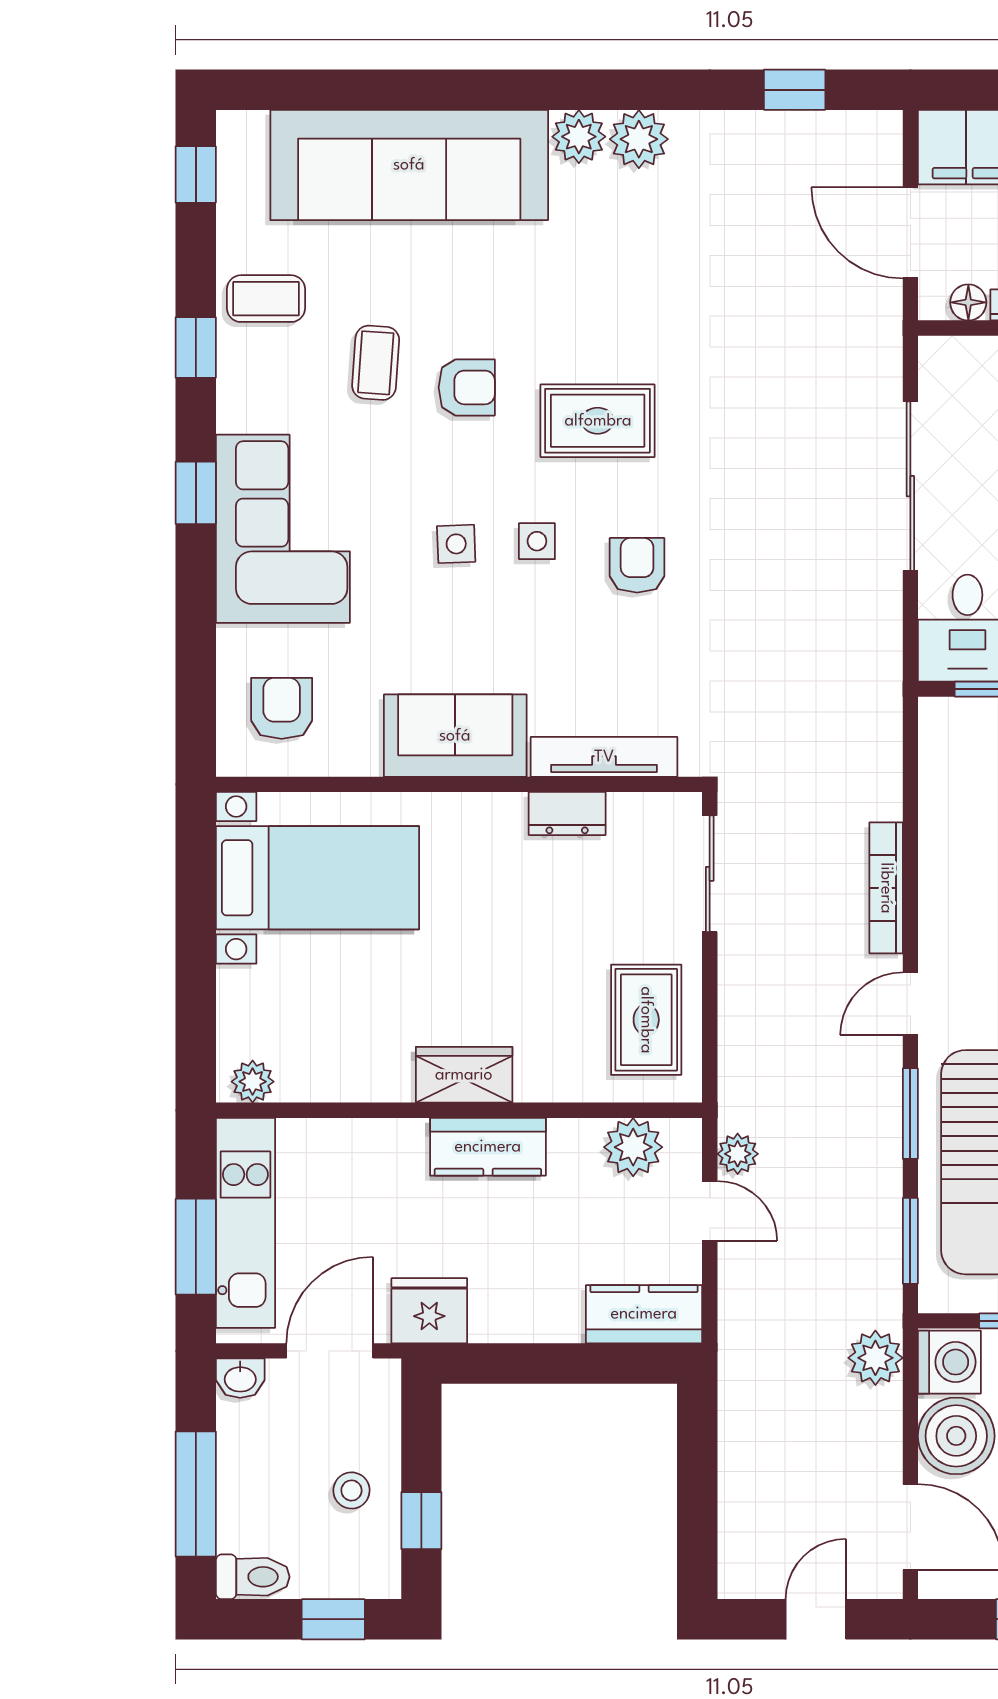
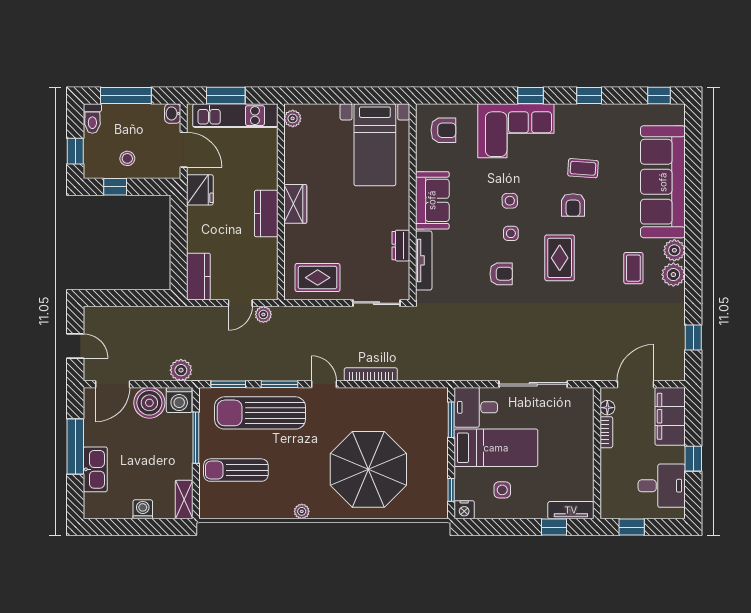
coffee table: (266, 299) -> (633, 268), moved
plant: (633, 1147) -> (266, 272), removed

